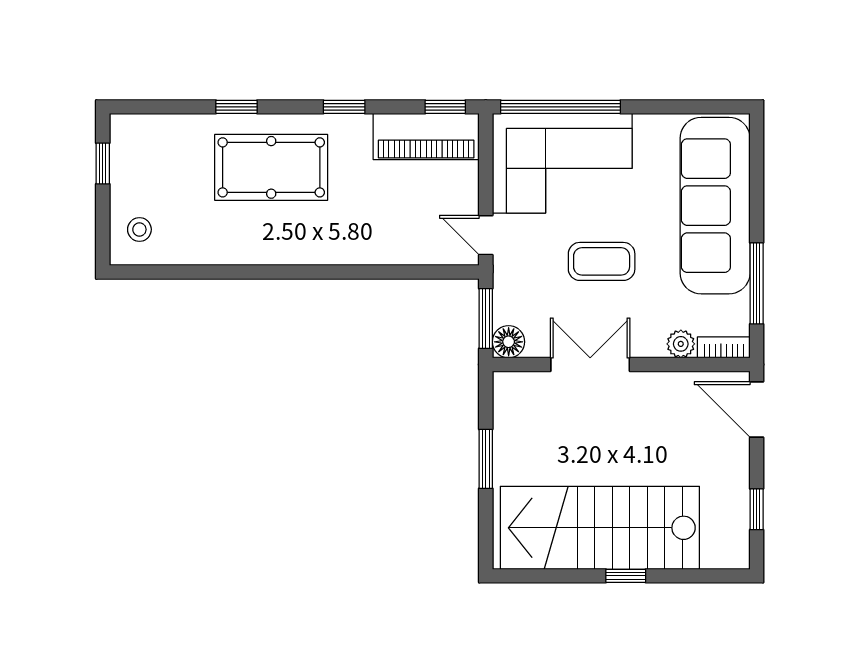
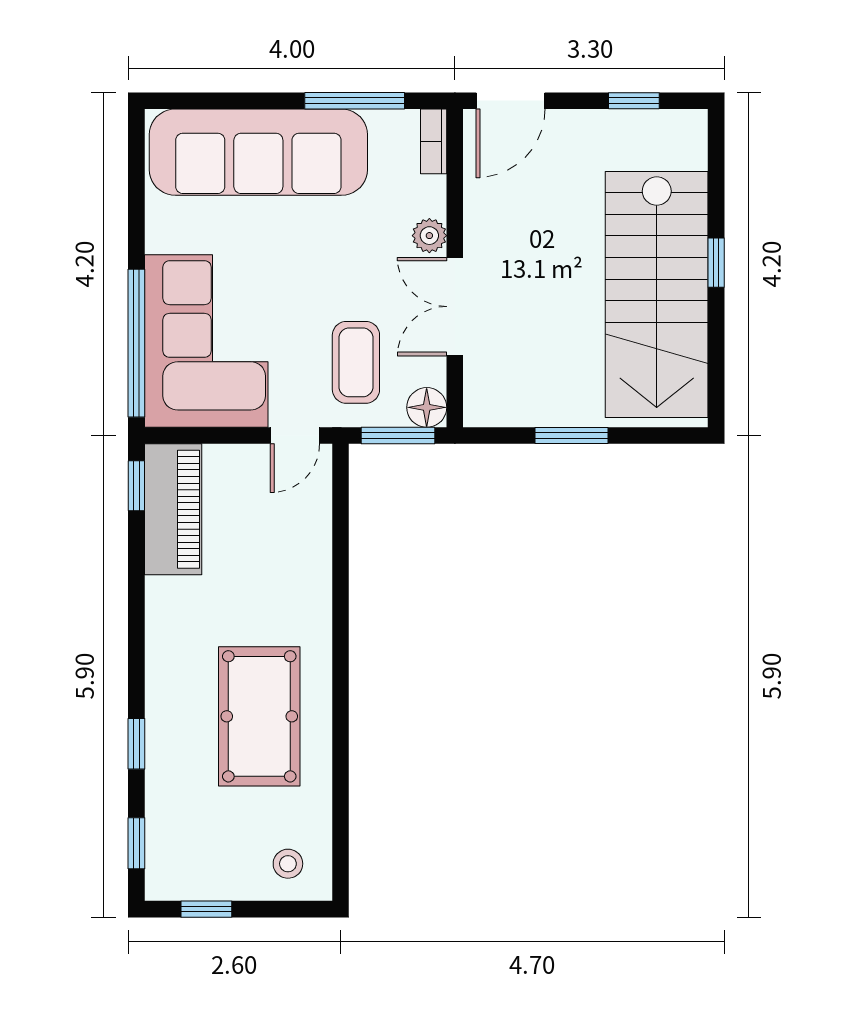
window: (344, 107) -> (136, 843), moved
pool table: (271, 167) -> (259, 716), moved
coffee table: (602, 261) -> (356, 362), moved
plant: (681, 344) -> (429, 236), moved

